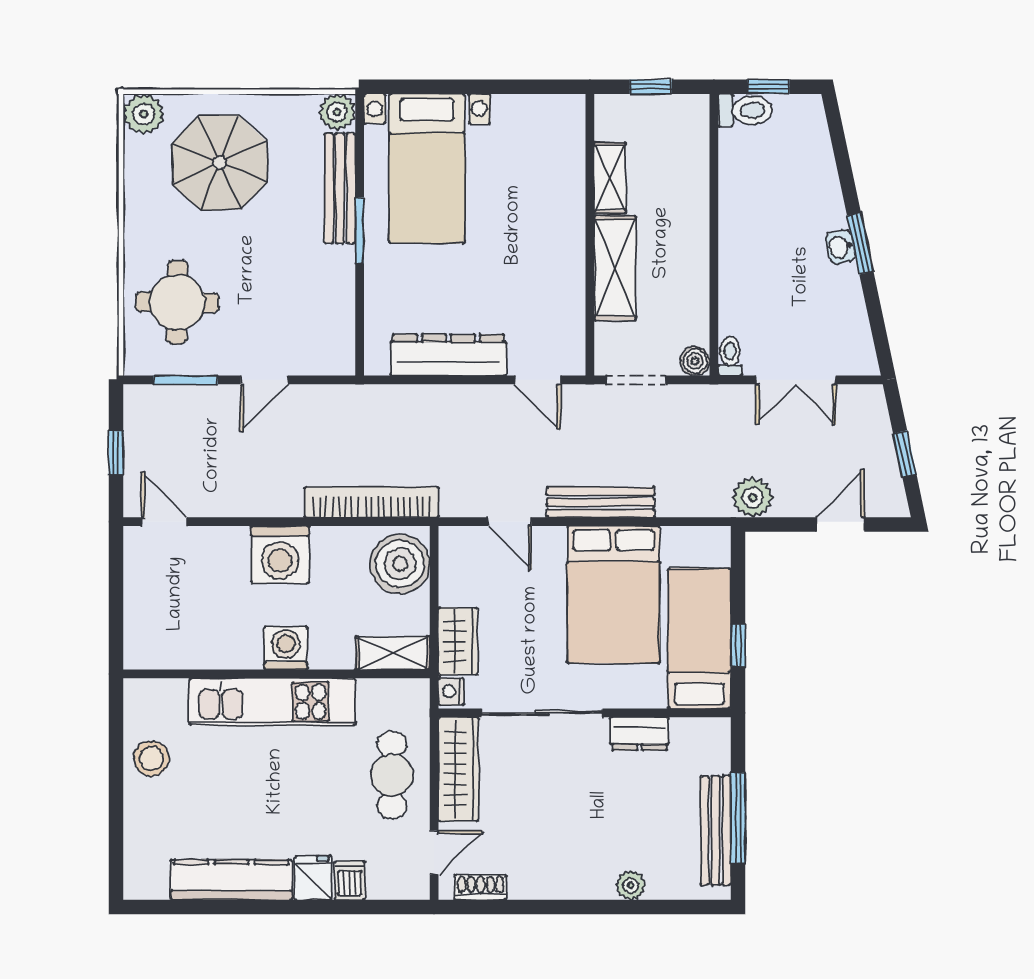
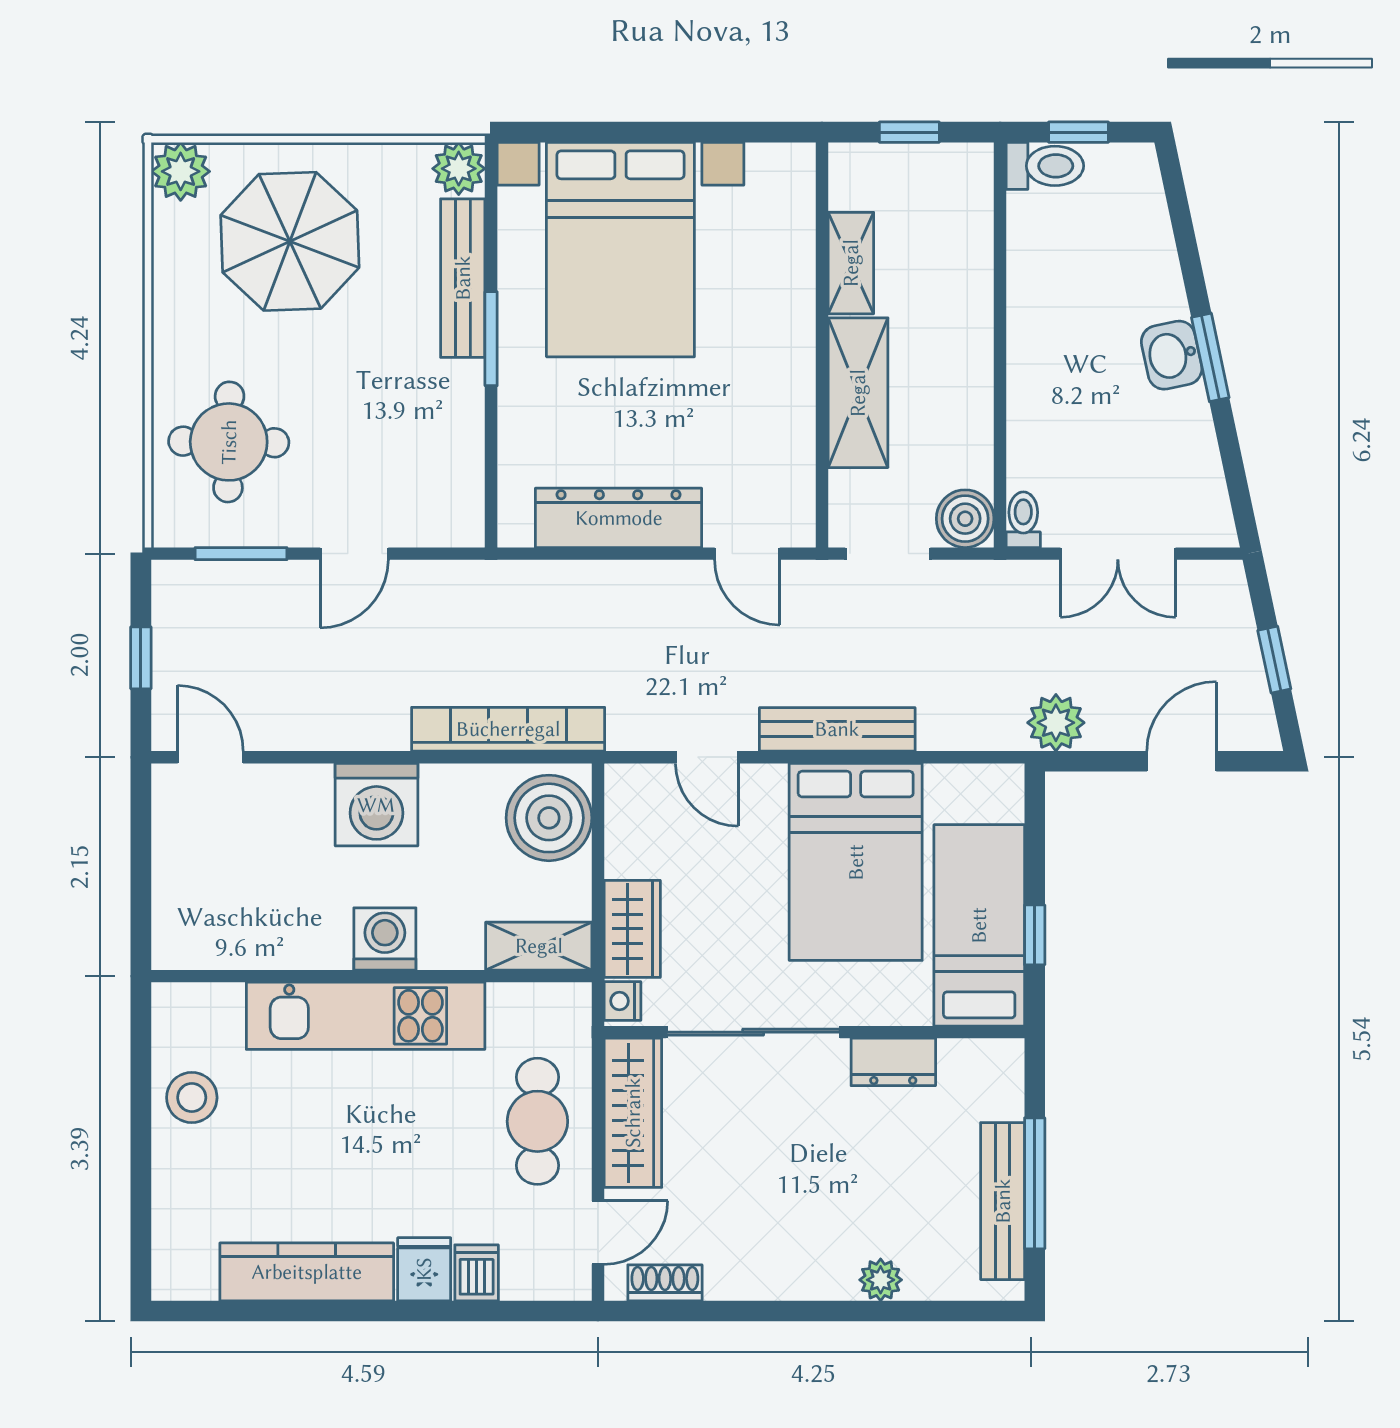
bed with nightstands: (427, 168) -> (620, 250), width x1.36
washbasin: (840, 247) -> (1172, 355), width x1.38, depth x1.45
boiler: (695, 361) -> (965, 519), width x1.36, depth x1.36

